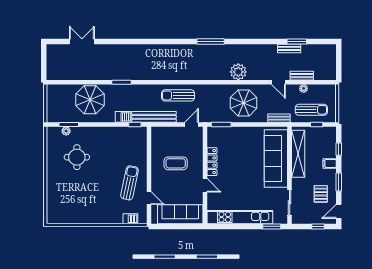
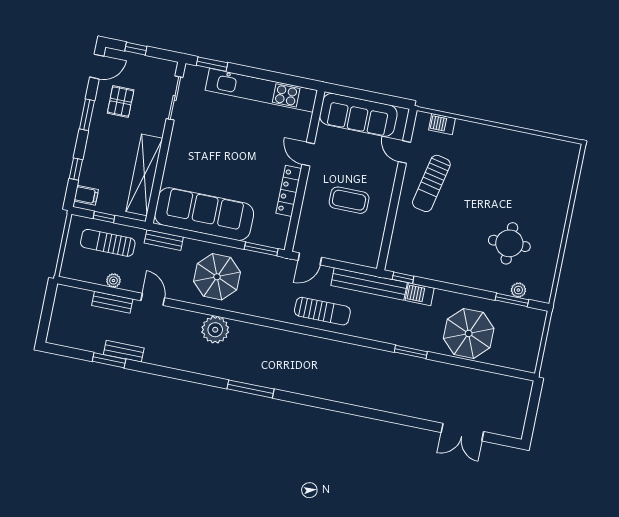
sofa: (276, 158) -> (204, 214), moved, turned -90
filing cabinet: (330, 163) -> (86, 195), moved

